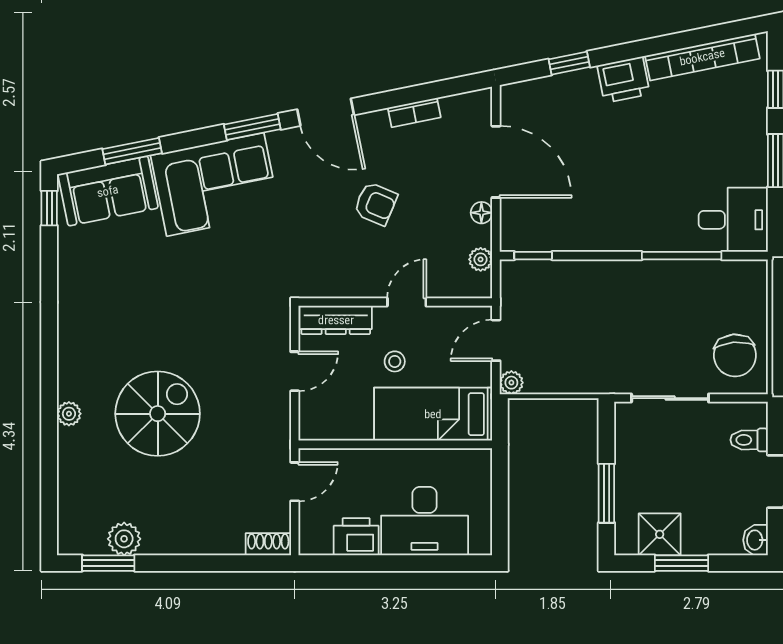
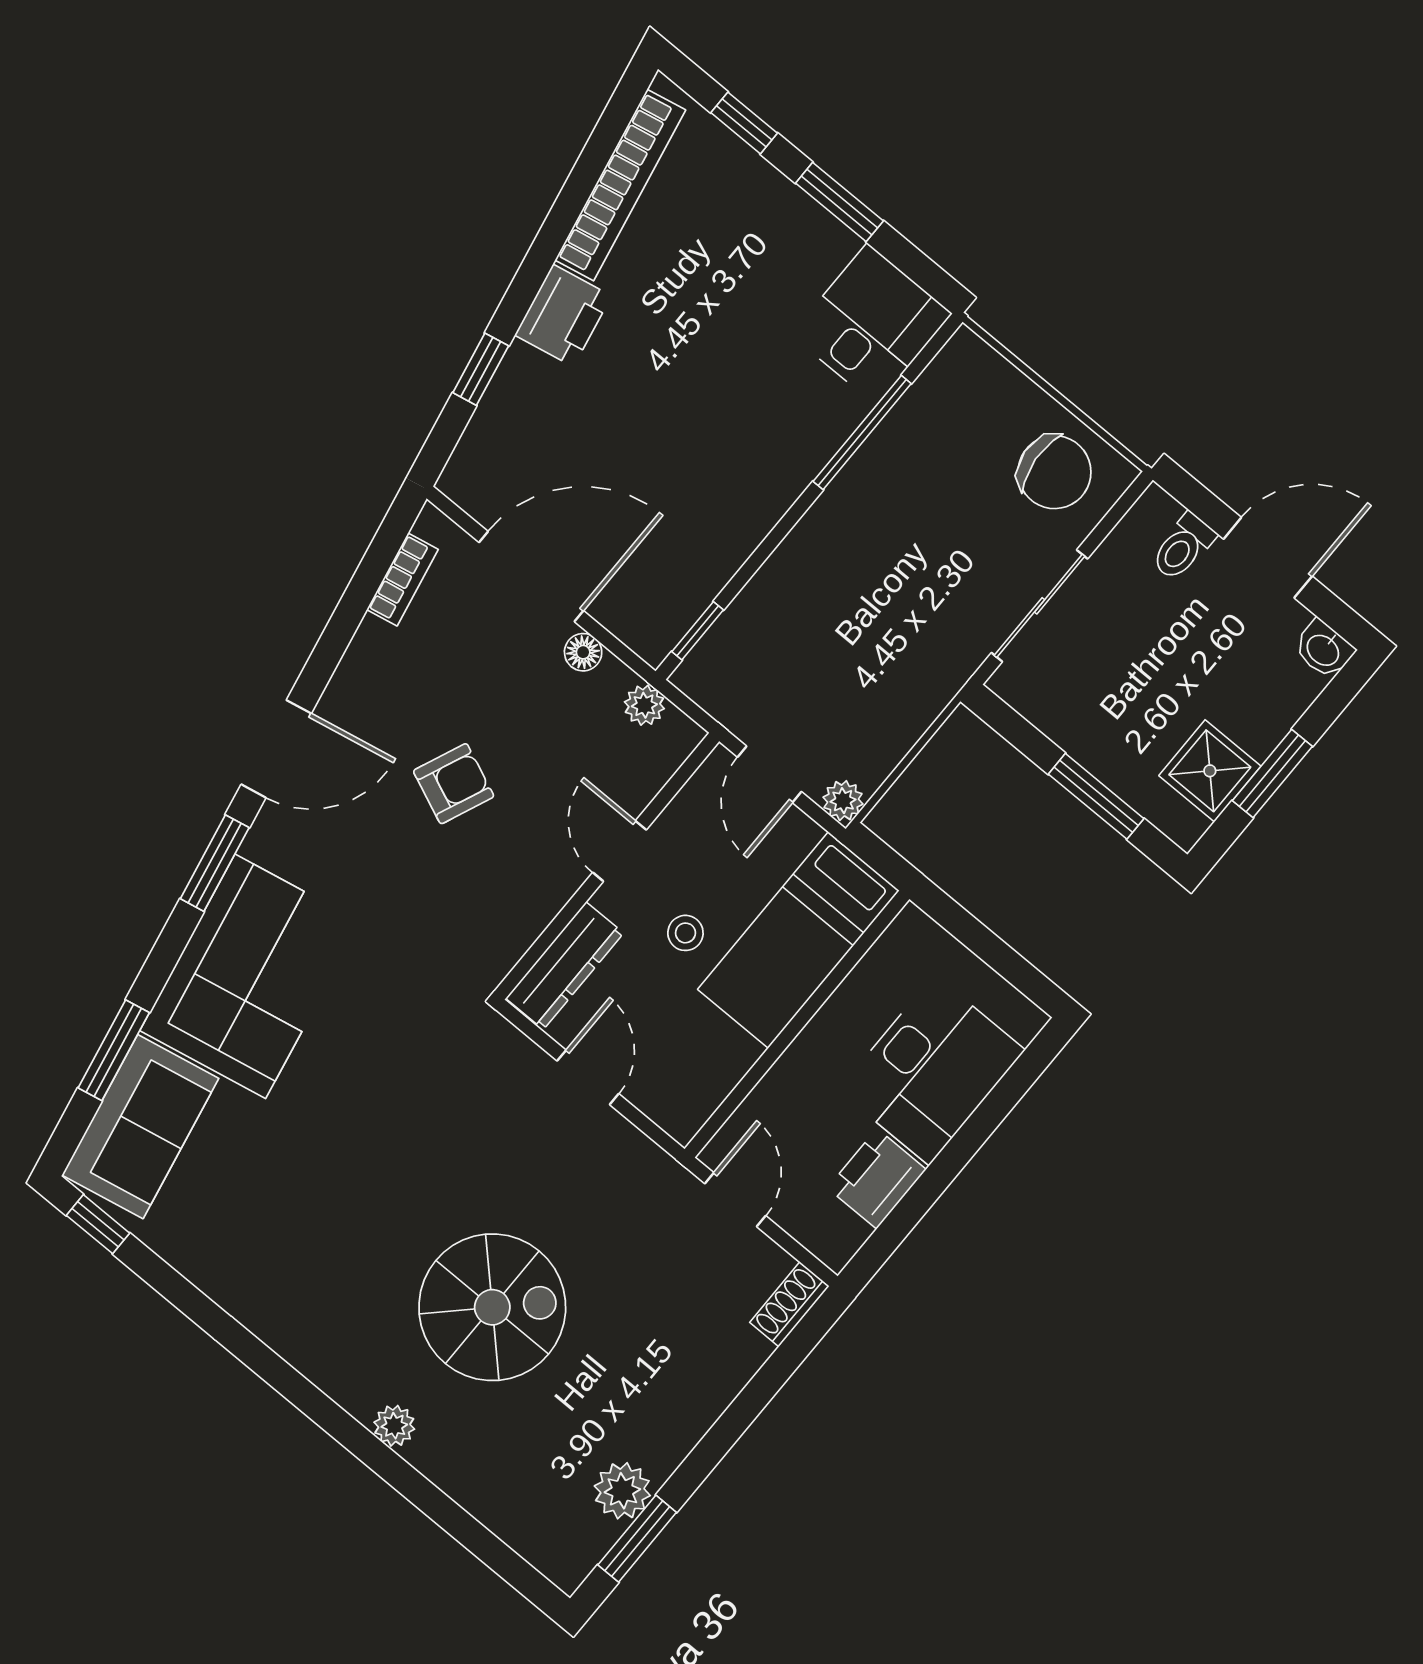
bookcase: (414, 112) -> (403, 579), moved
spiral stairs: (158, 414) -> (492, 1307), turned 90

